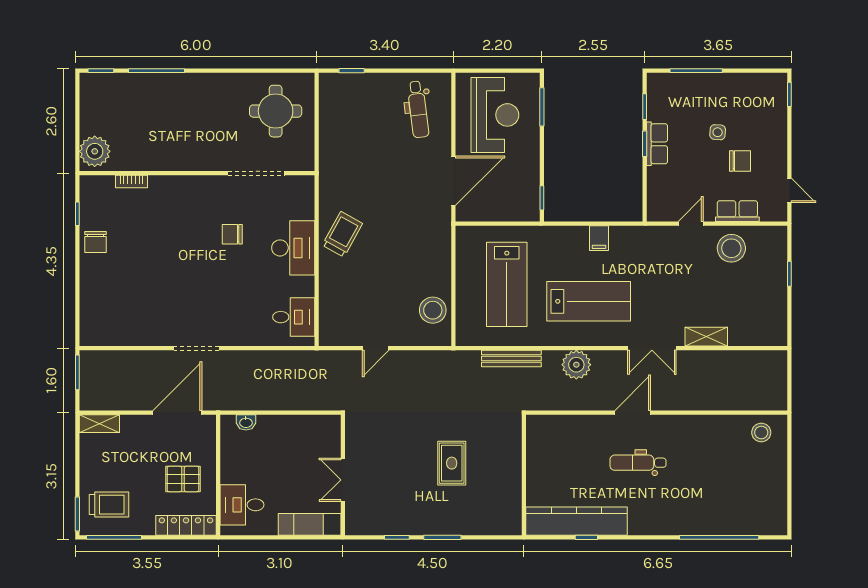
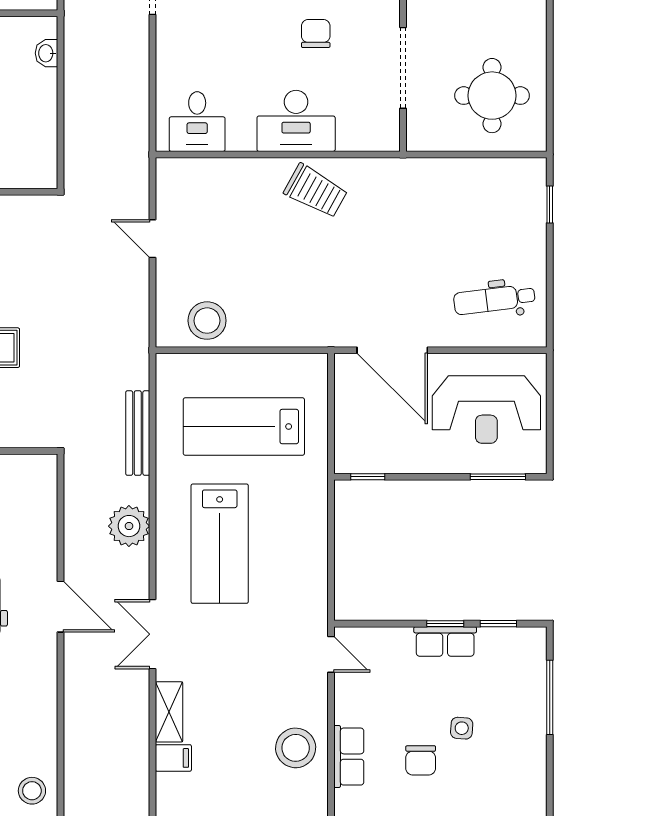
door: (691, 224) -> (331, 654), moved
filing cabinet: (599, 238) -> (173, 758), moved, turned 180

